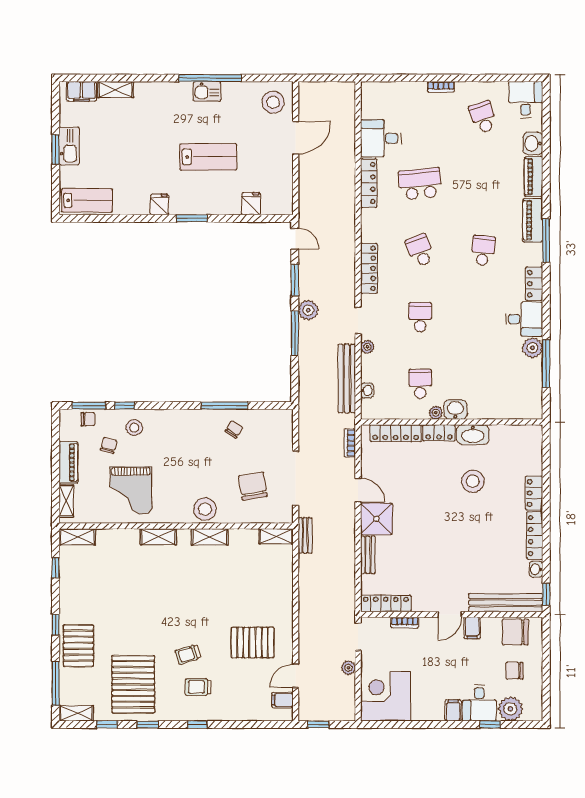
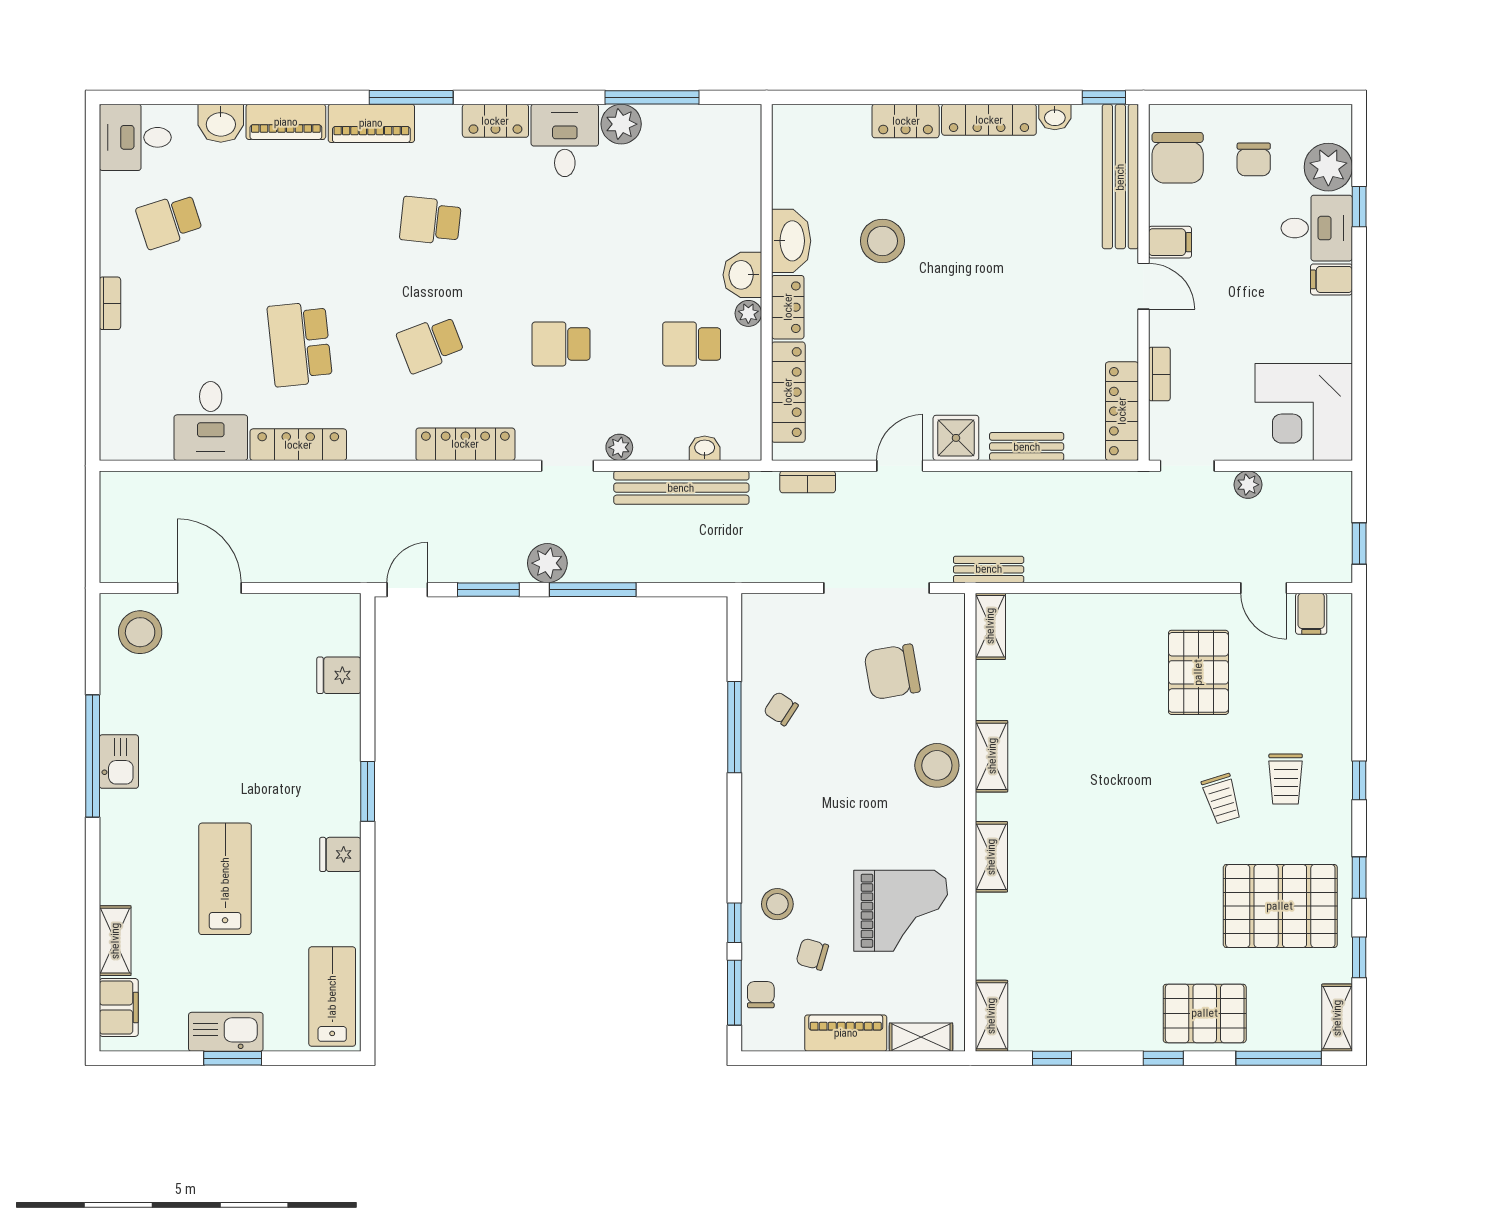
lab bench: (208, 157) -> (225, 879), moved
shower: (376, 519) -> (956, 438), width x0.73, depth x0.73

